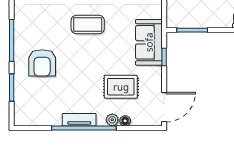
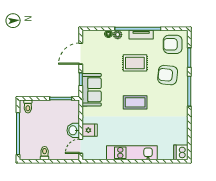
armchair: (42, 63) -> (168, 75), turned -84
rug: (121, 87) -> (135, 63), moved
armchair: (35, 106) -> (173, 44), added
door: (164, 107) -> (81, 54), moved

